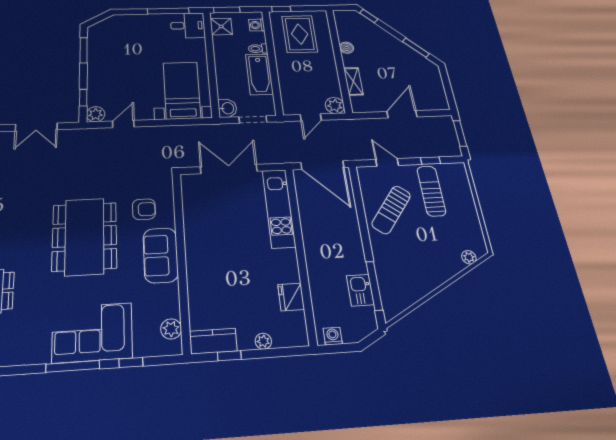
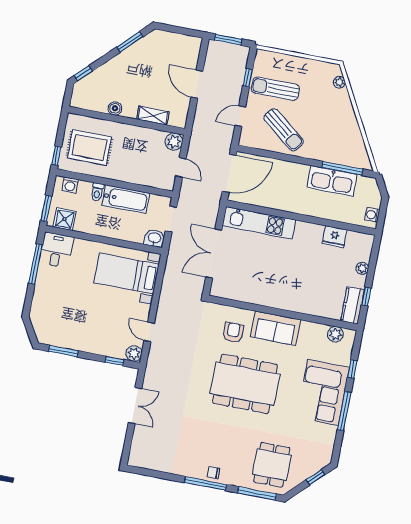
kitchen sink: (360, 290) -> (332, 181), width x1.88, depth x1.24

